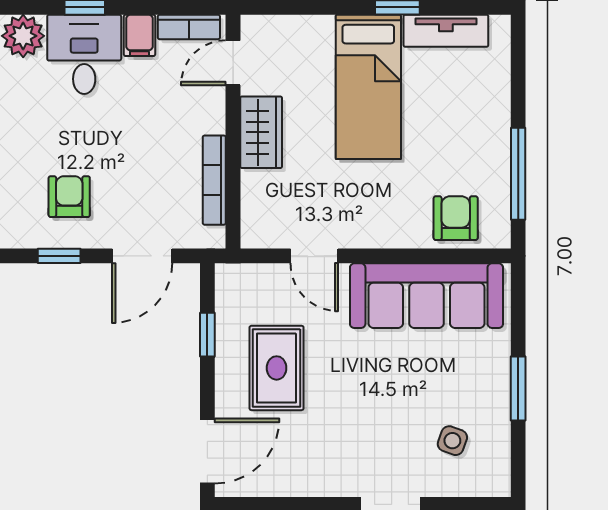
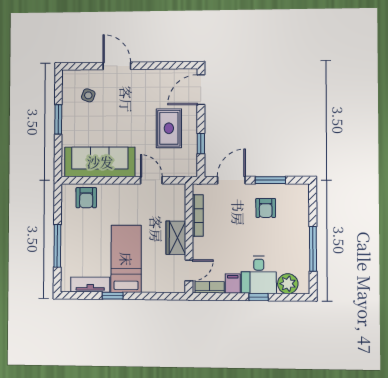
window: (518, 174) -> (57, 246), moved
window: (59, 256) -> (270, 180), width x1.50

